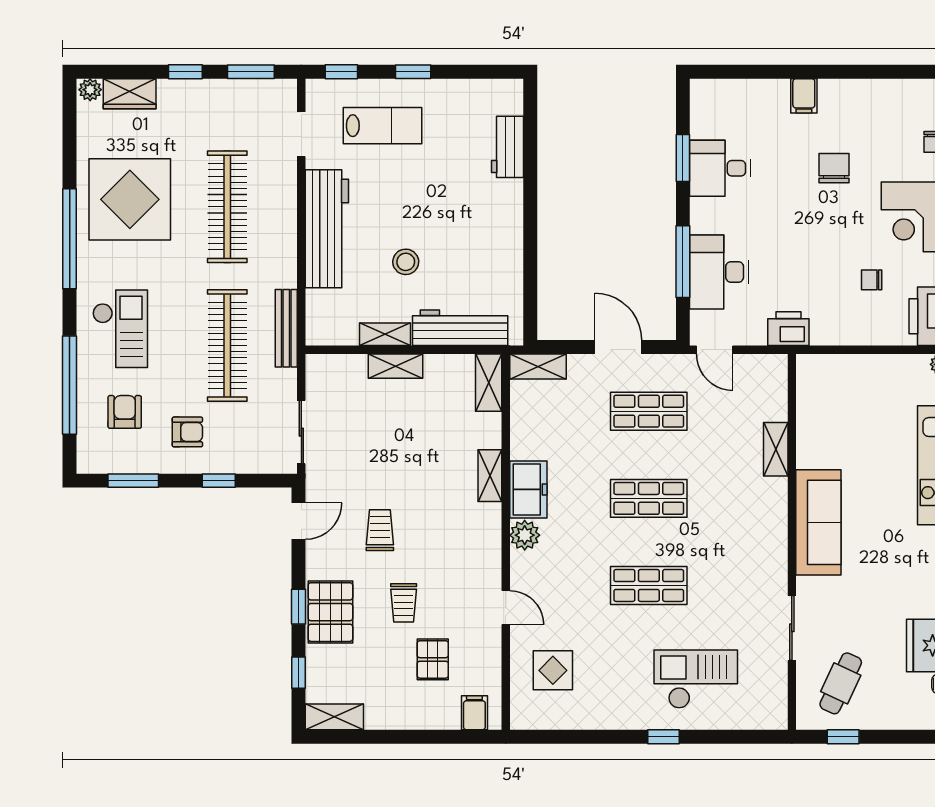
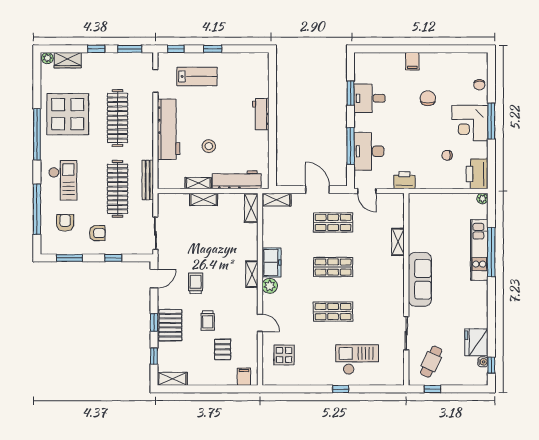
workbench: (508, 147) -> (261, 114), moved
shelving: (490, 476) -> (252, 274), moved

